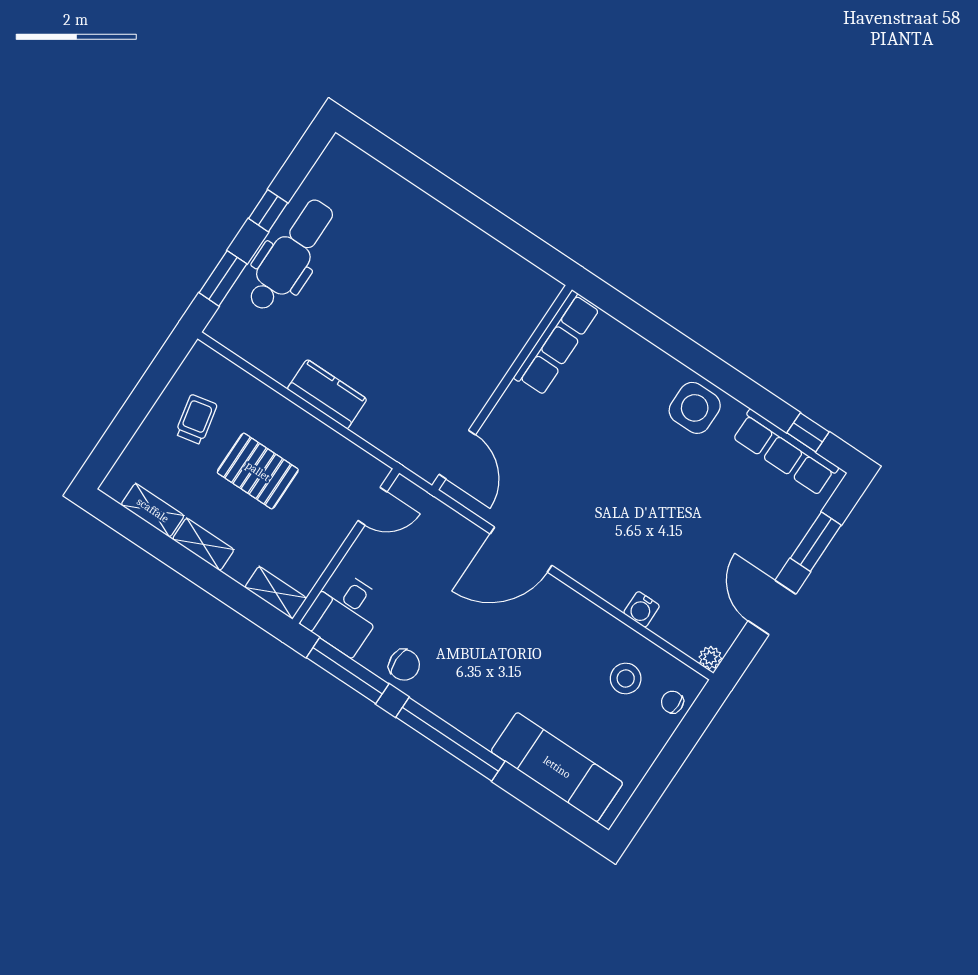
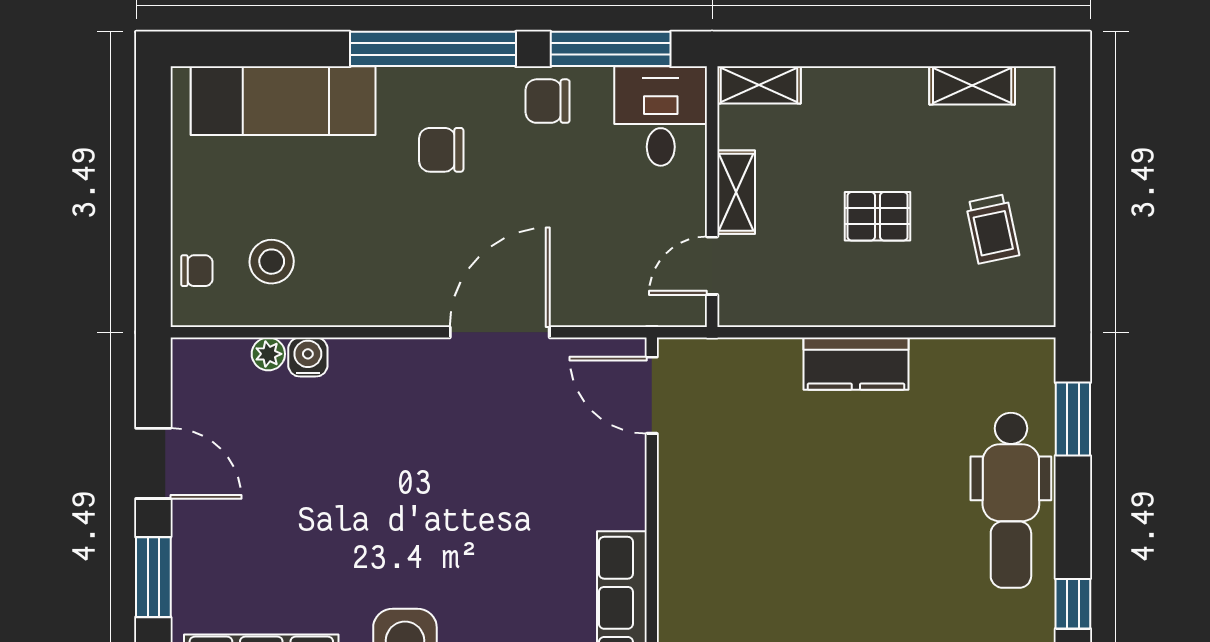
window: (268, 211) -> (1073, 604), moved
pallet: (258, 471) -> (878, 216), width x0.67, depth x0.71
shelving: (203, 544) -> (736, 192), moved, turned 90
plant: (710, 658) -> (268, 354), moved
chair: (484, 678) -> (441, 150), added

